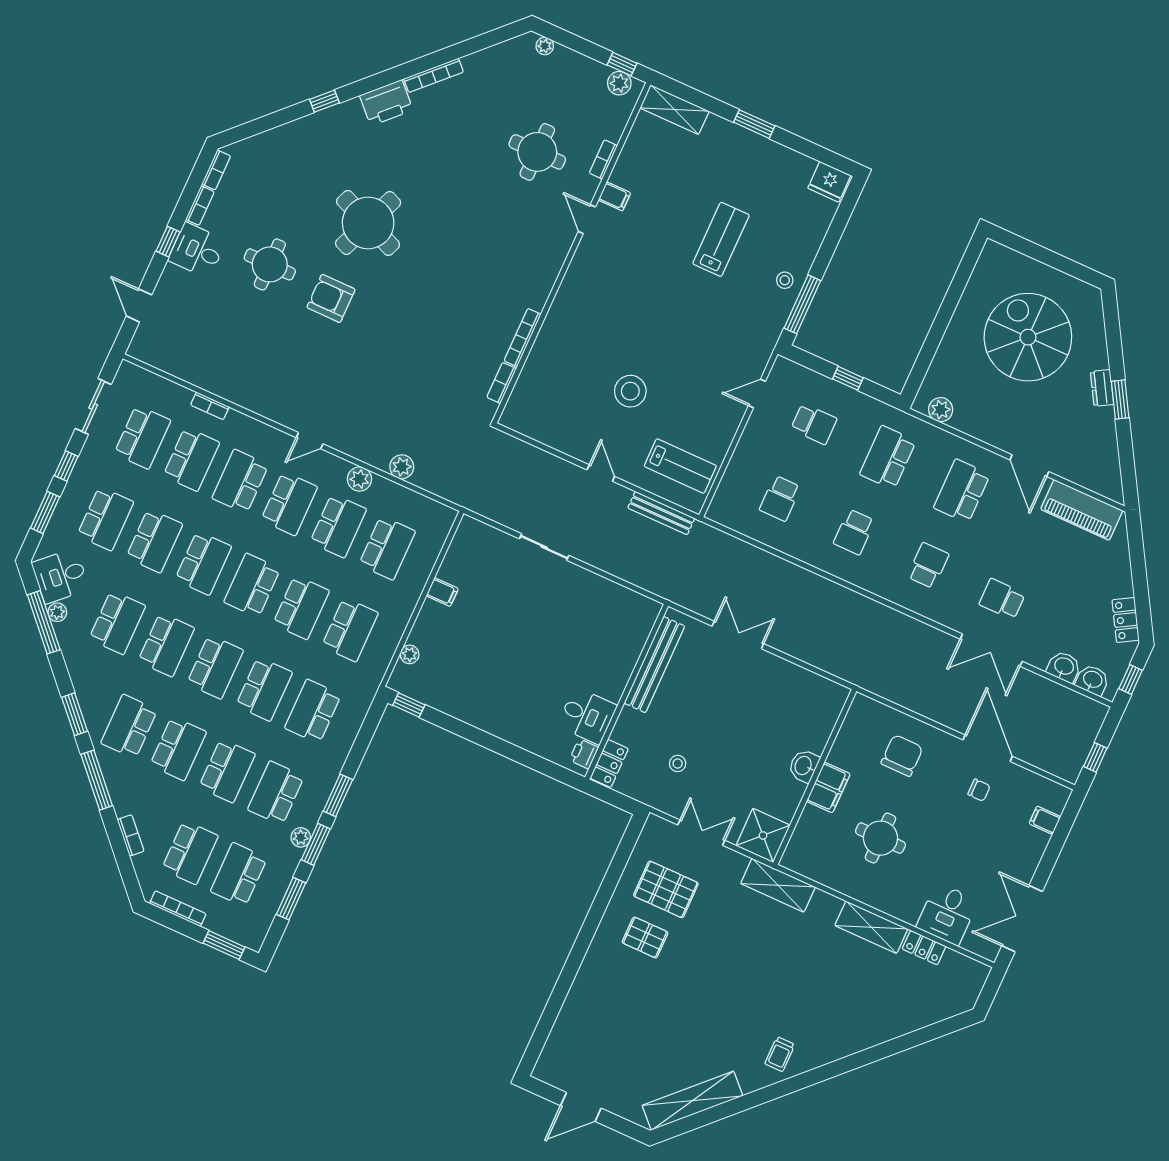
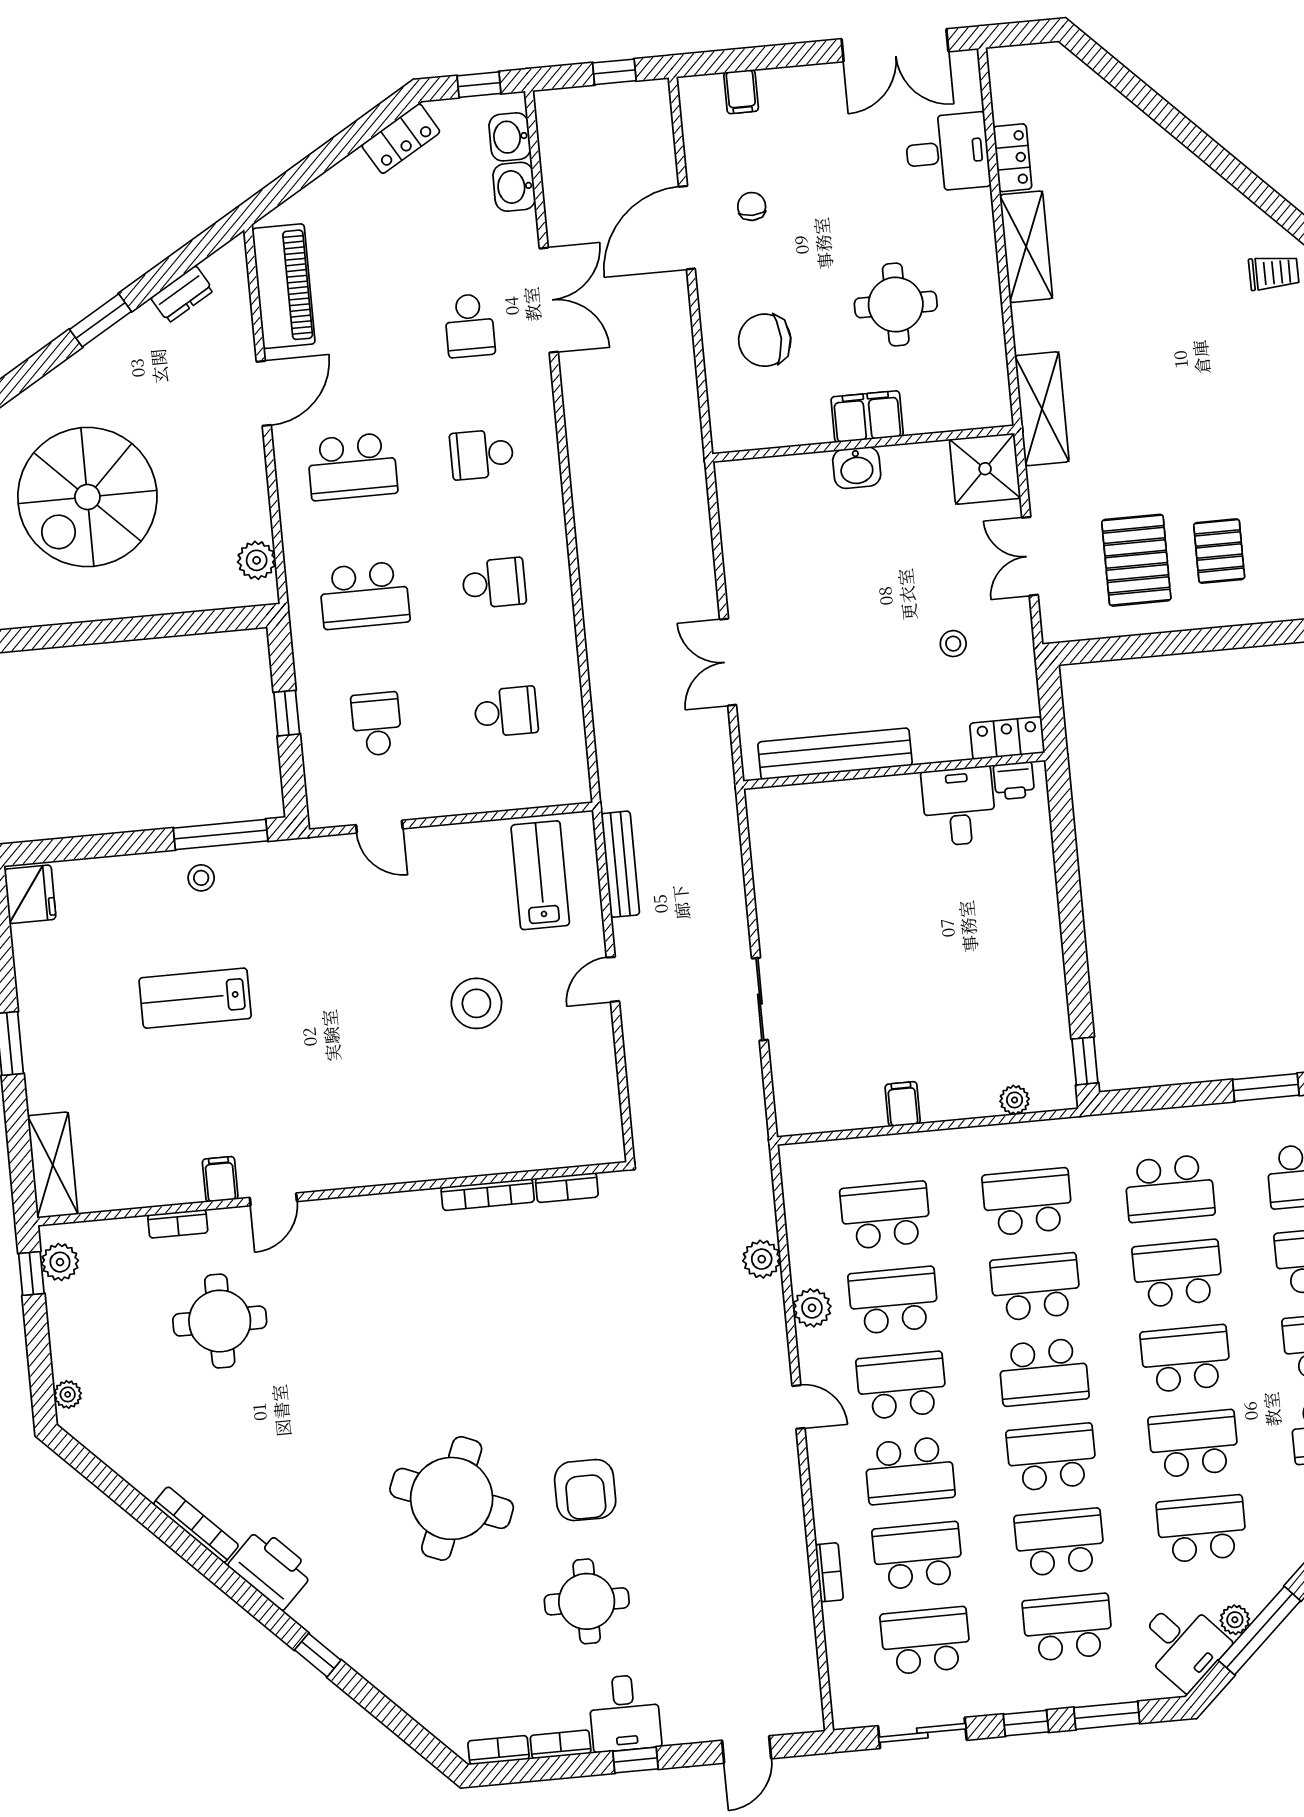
dresser: (1102, 388) -> (182, 294), moved

